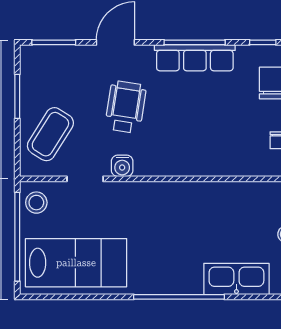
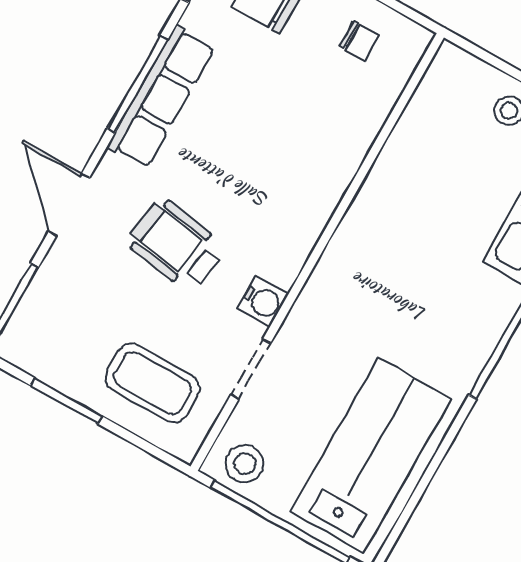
coffee table: (50, 134) -> (153, 383), turned -32

